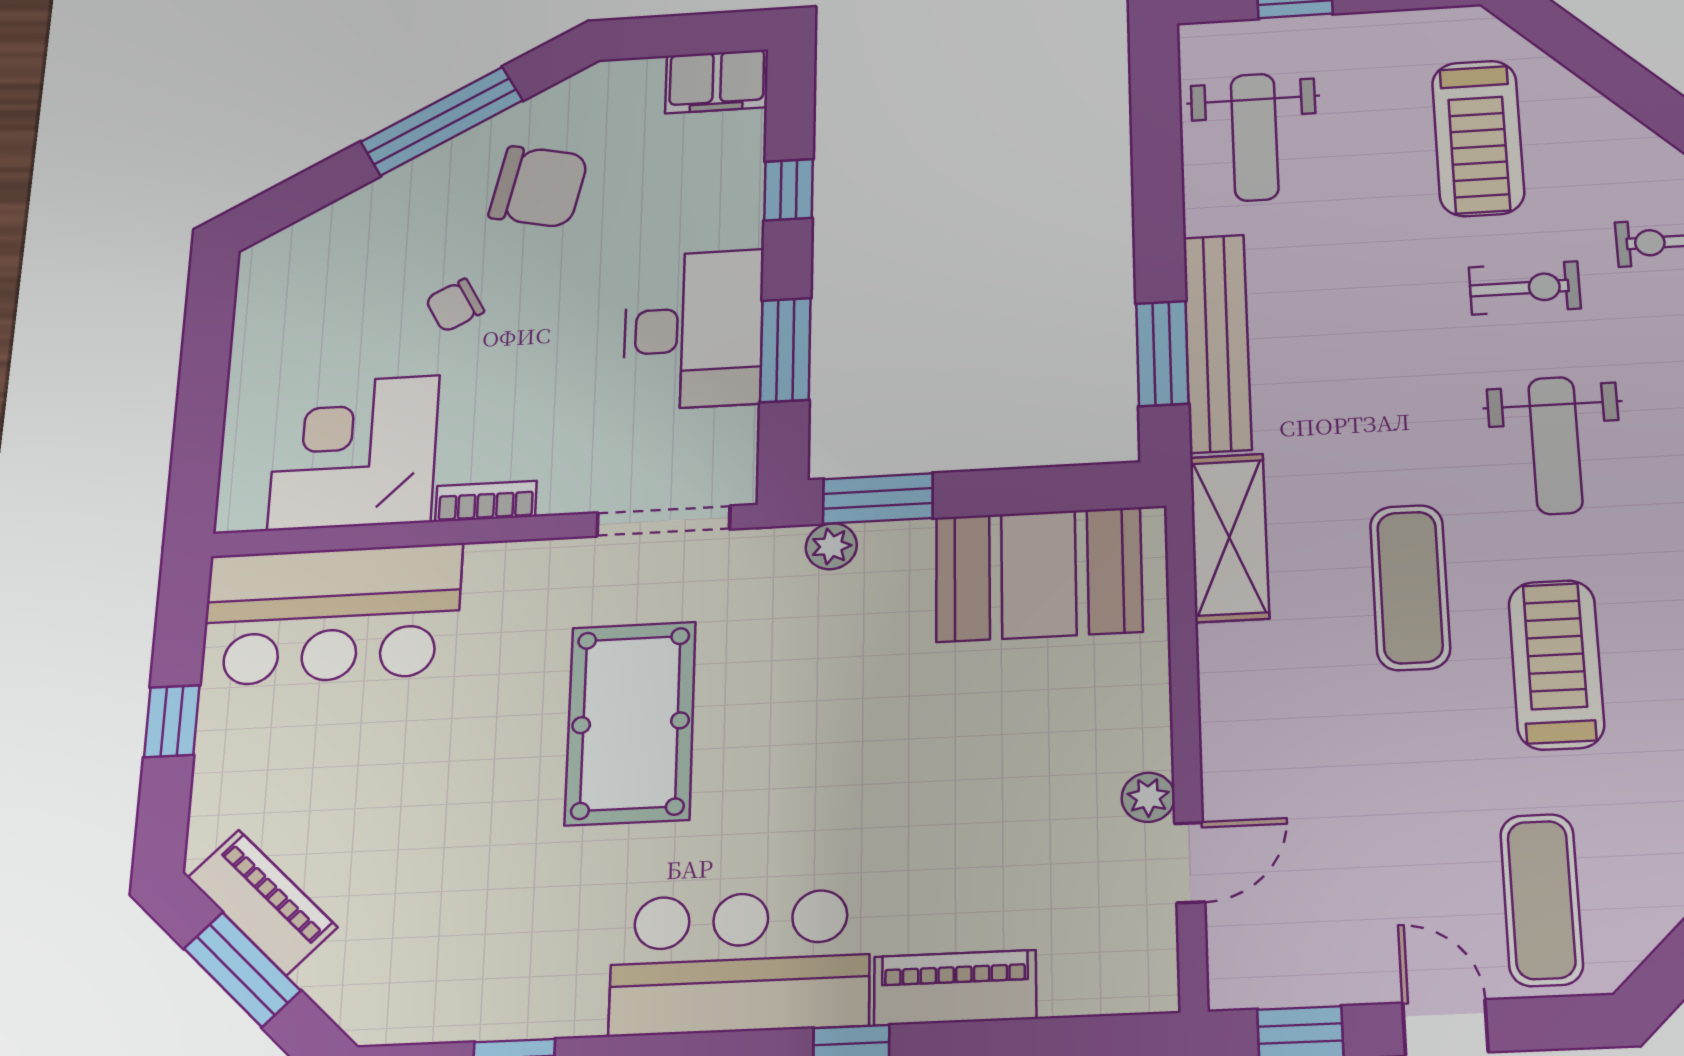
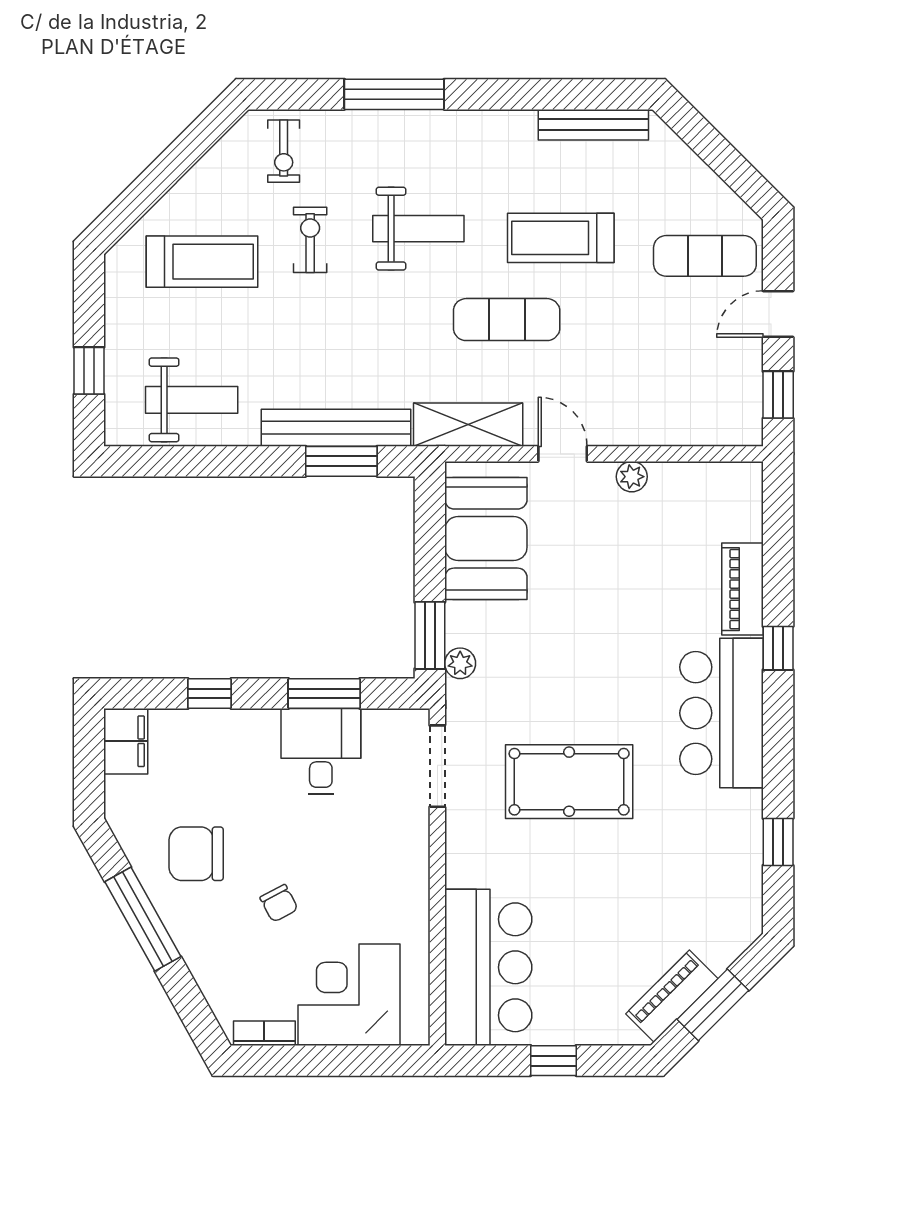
chair: (539, 187) -> (196, 854), turned -102
desk: (693, 330) -> (321, 751), width x0.73
corner desk: (354, 453) -> (349, 995), moved, turned 90
bookcase: (486, 501) -> (264, 1033), moved, turned 90
door: (1190, 863) -> (563, 454), moved

